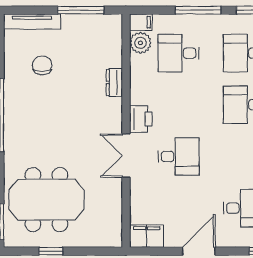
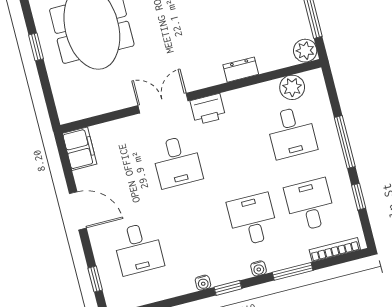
filing cabinet: (141, 22) -> (315, 82), removed
plant: (112, 24) -> (305, 51), added
desk: (179, 53) -> (291, 132), turned 180

